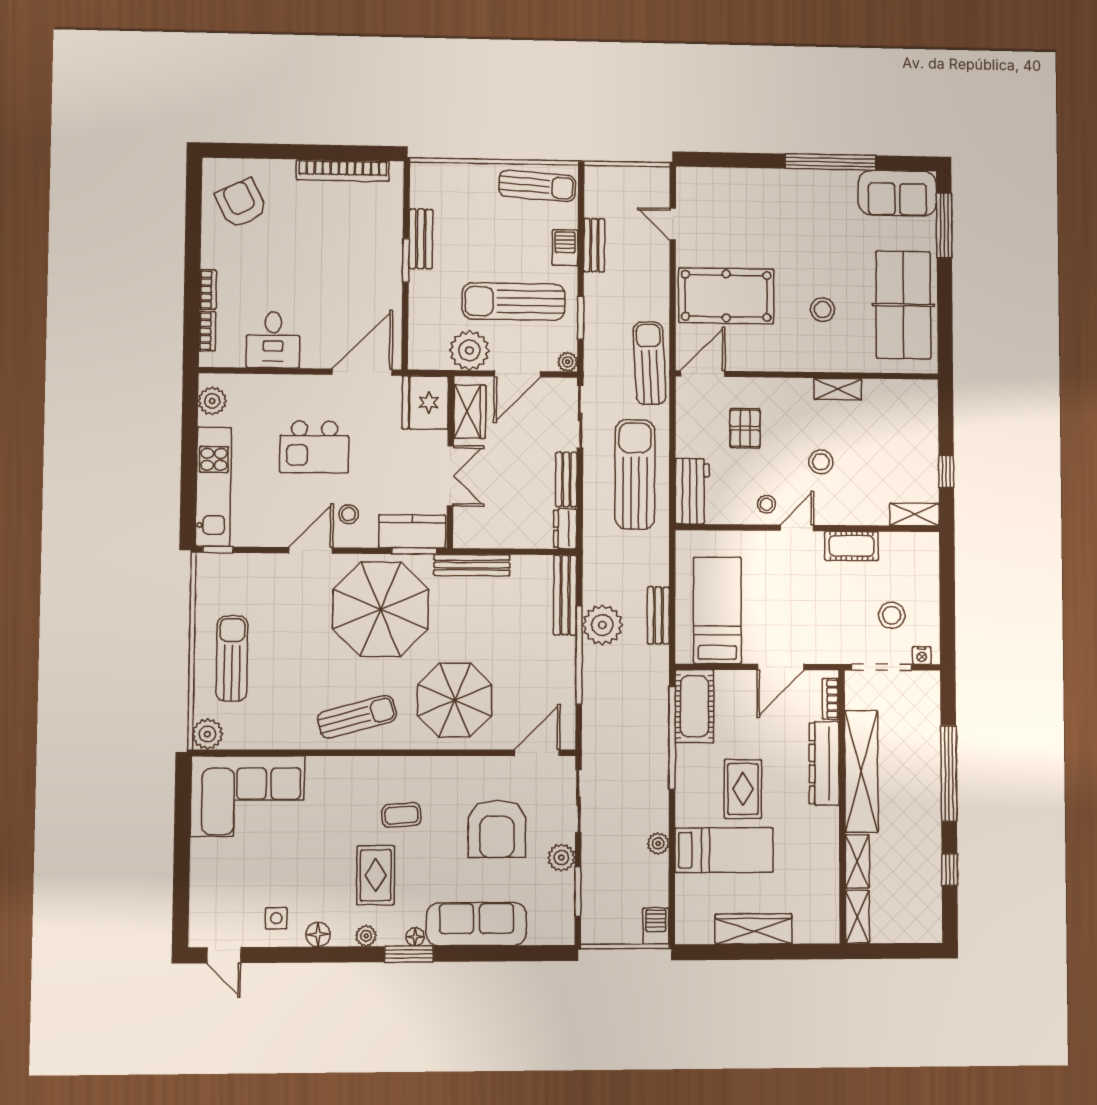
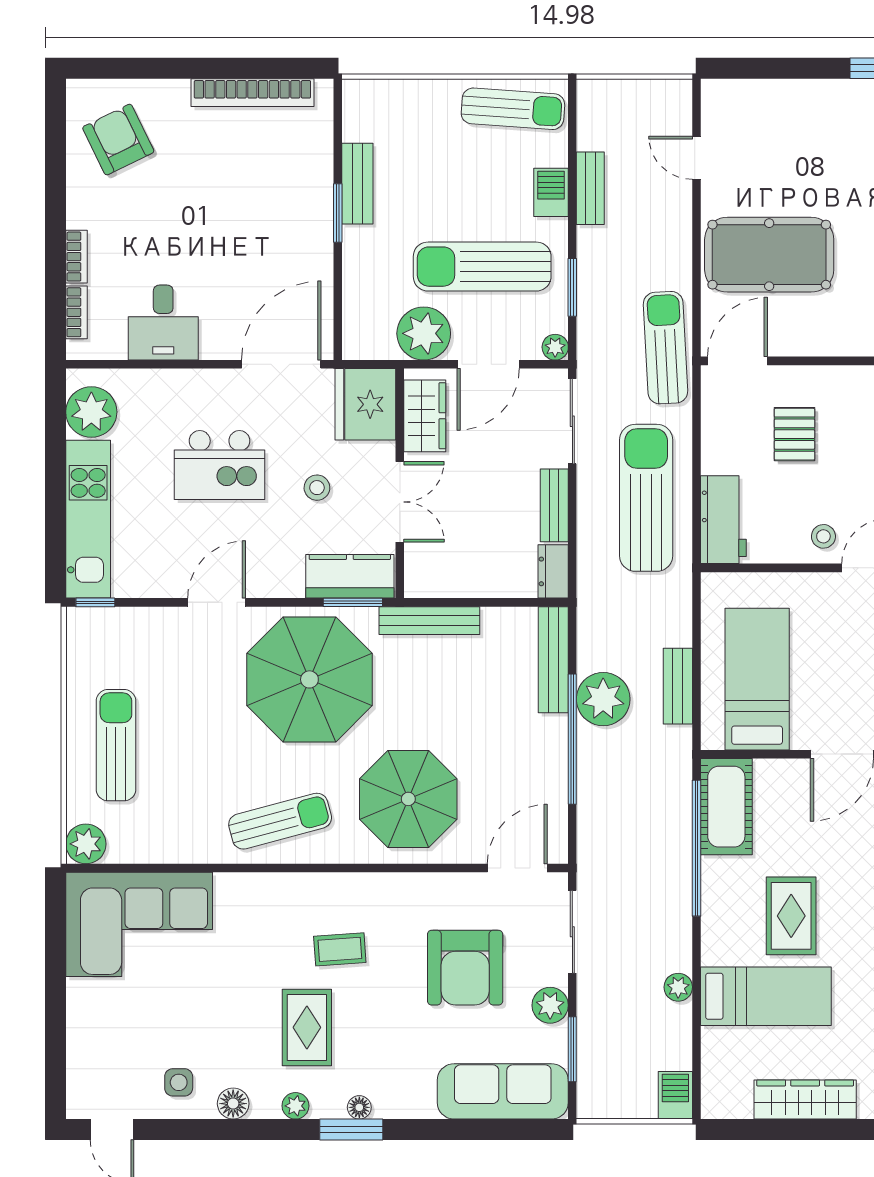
plant: (212, 401) -> (91, 412), width x1.36, depth x1.36
stool: (349, 514) -> (317, 488), moved
sofa: (476, 924) -> (503, 1091), moved

